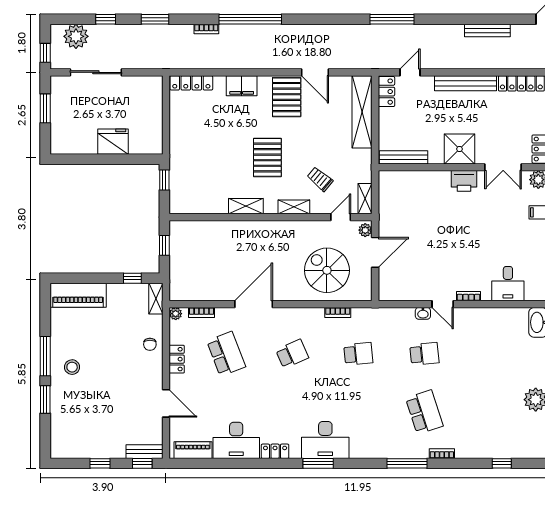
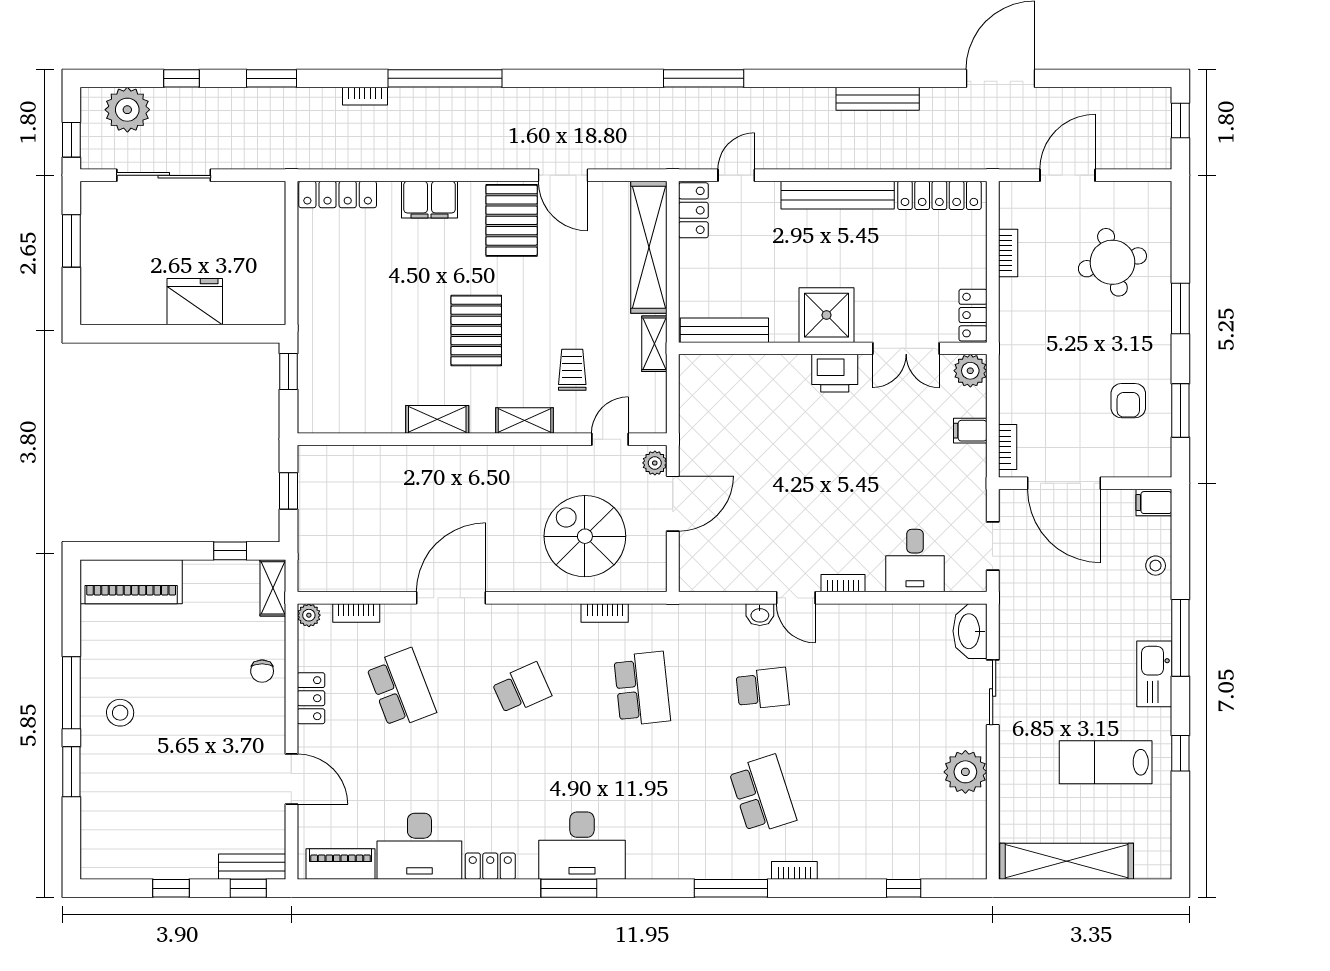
trolley: (320, 179) -> (572, 370), turned 50
shelving: (365, 199) -> (654, 344), moved
school desk: (358, 354) -> (642, 689), width x1.85

